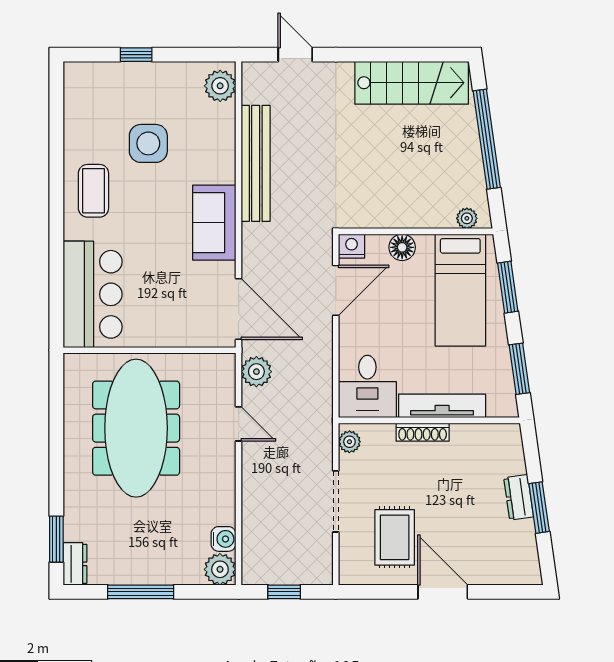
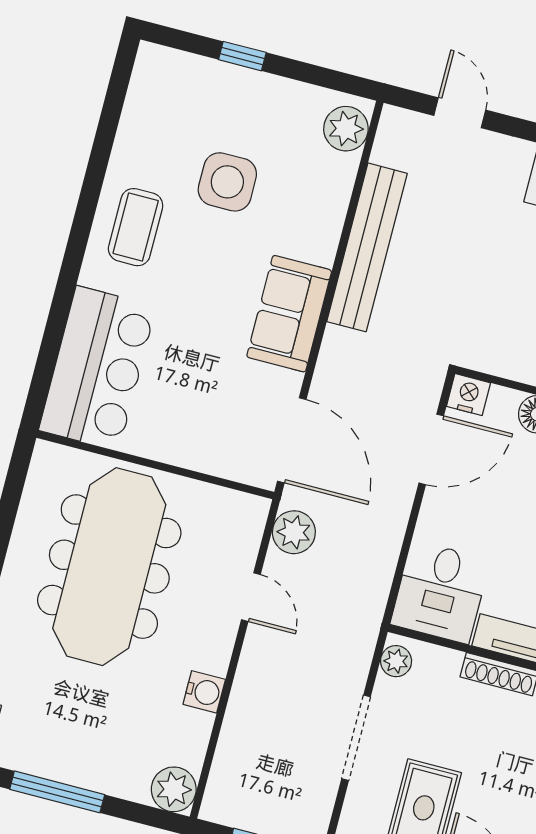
water cooler: (223, 539) -> (204, 692), moved

